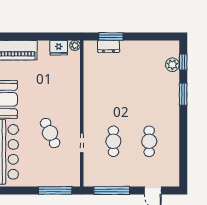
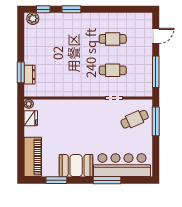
plant: (172, 65) -> (33, 19), moved
cafe table: (50, 133) -> (135, 119), moved

